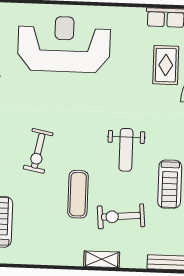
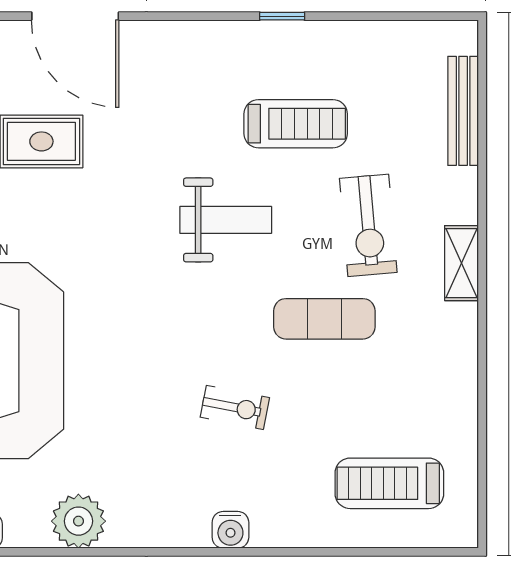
exercise bike: (38, 151) -> (235, 407), width x0.73, depth x0.72

